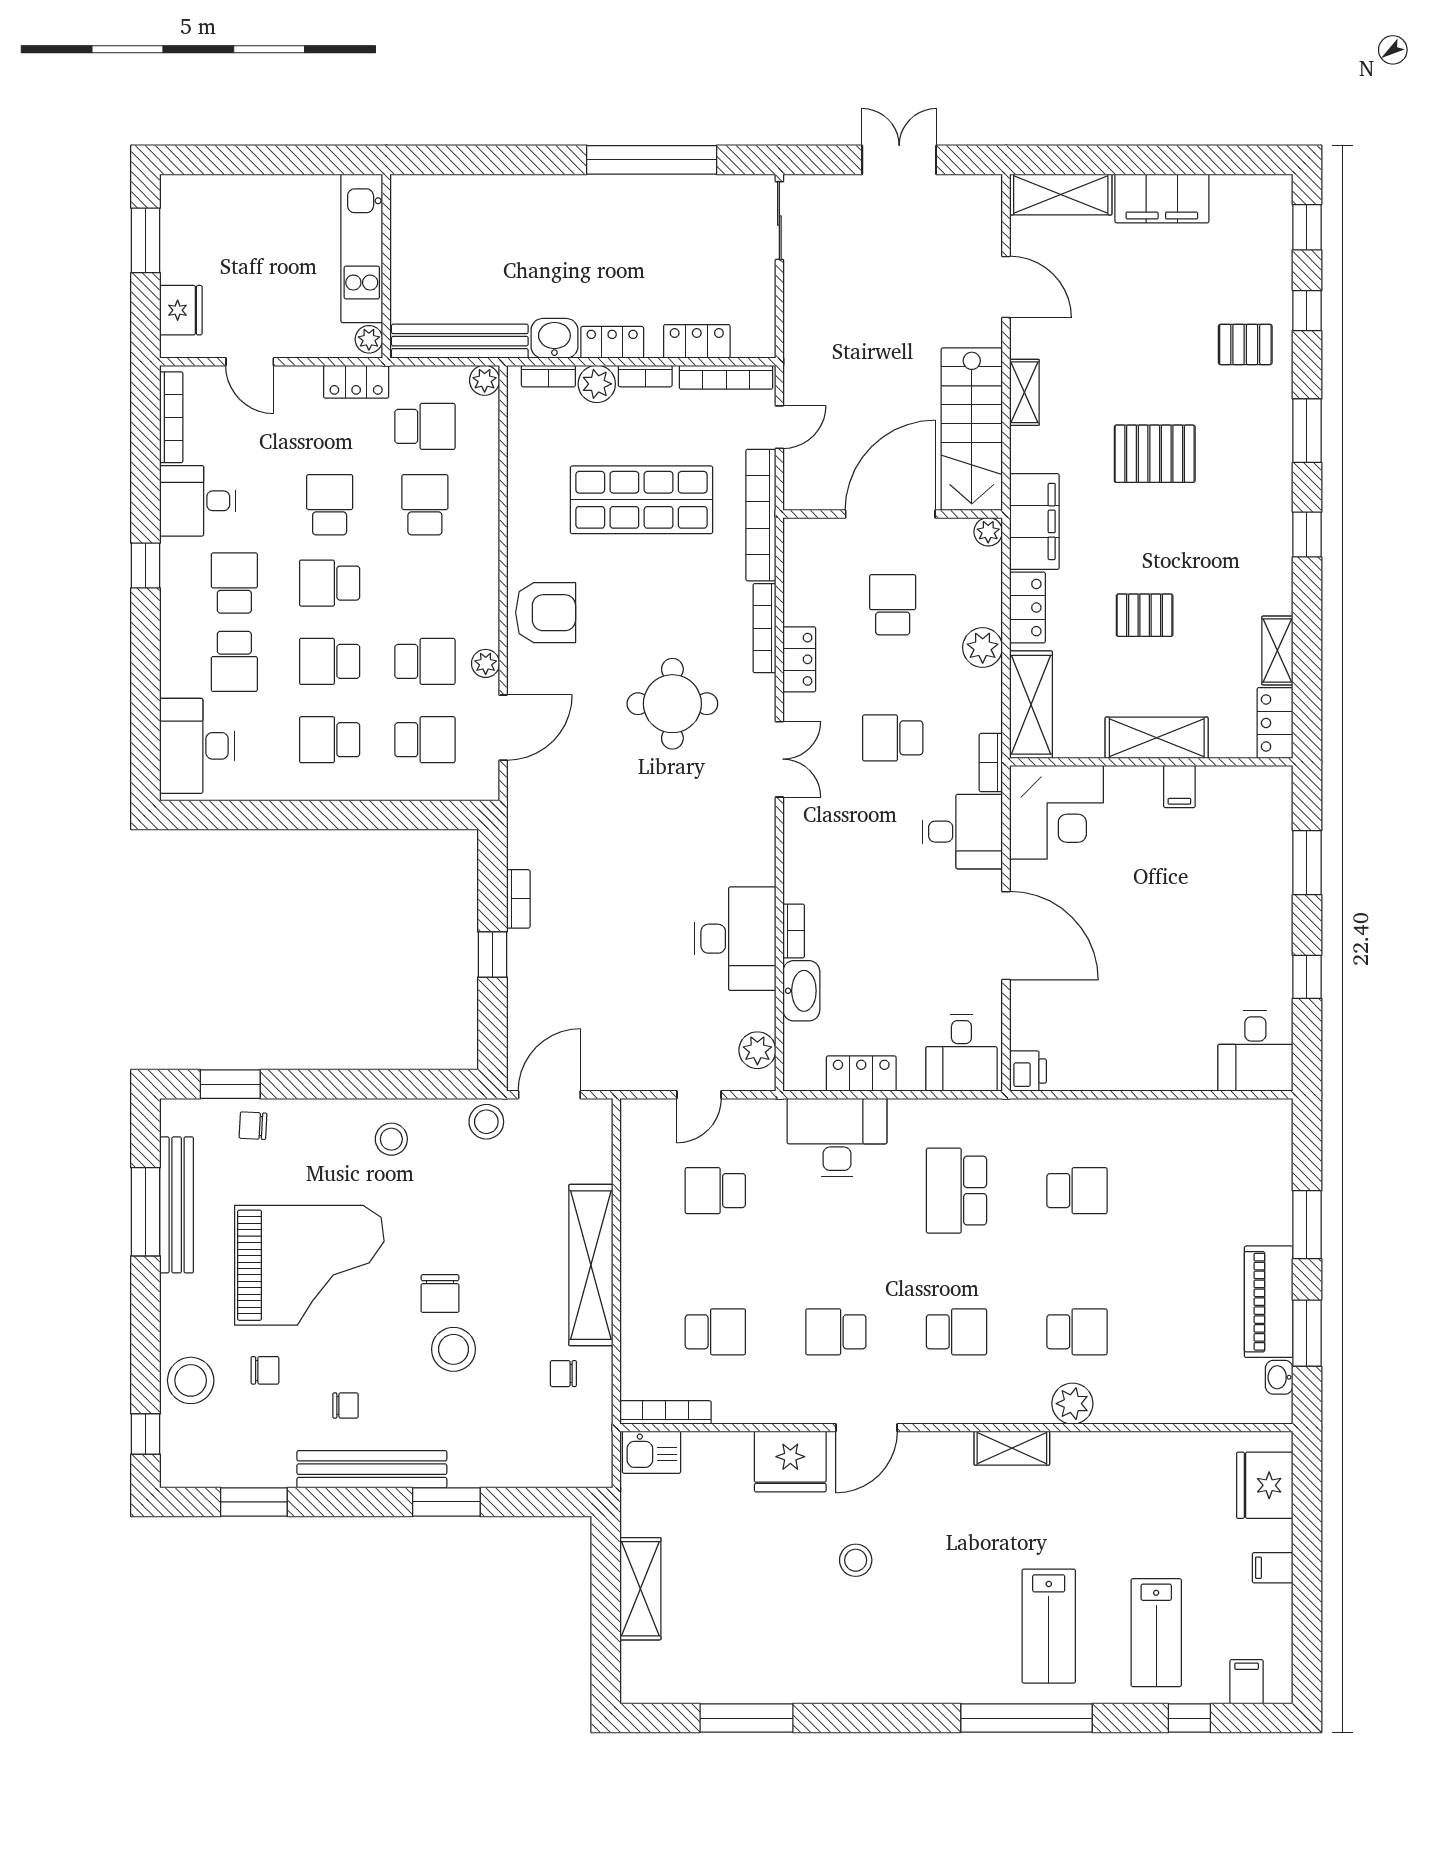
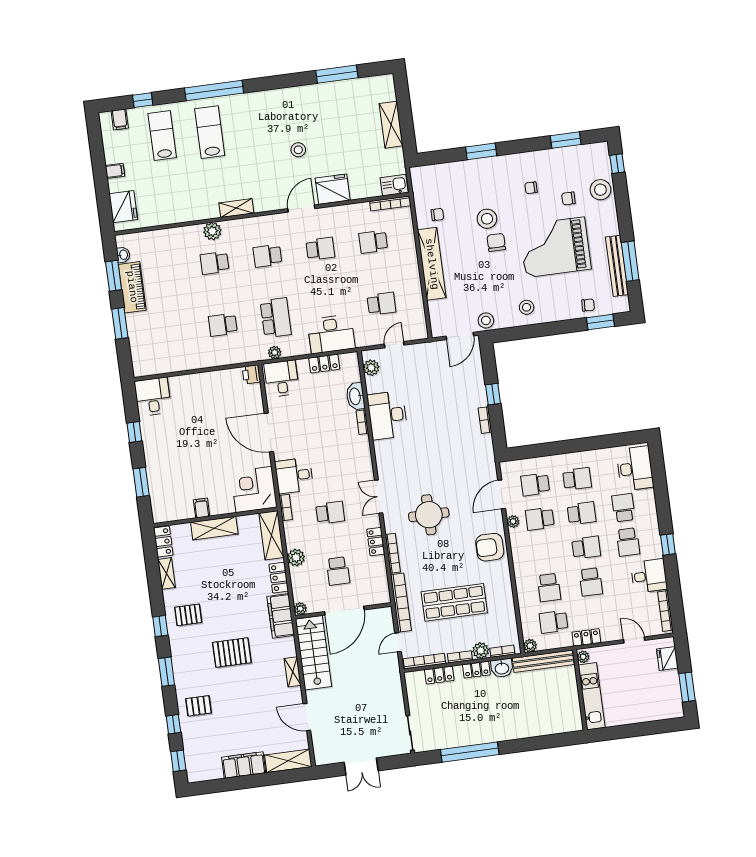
pallet: (1145, 615) -> (188, 615), moved
plant: (969, 1113) -> (275, 353), added
bench: (372, 1469) -> (516, 161), removed

